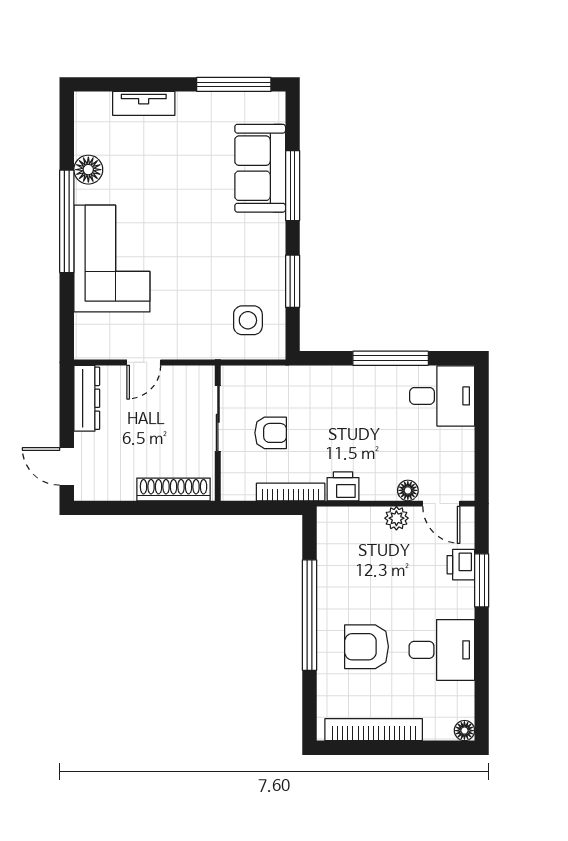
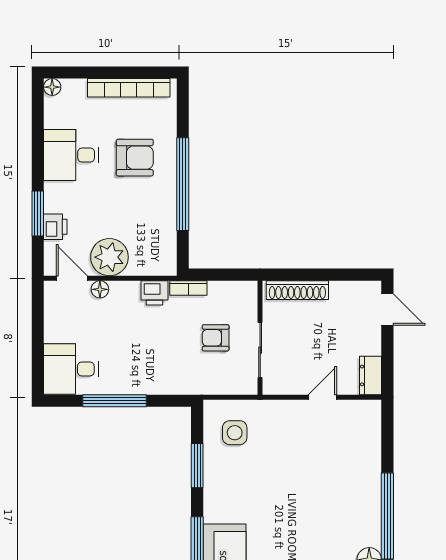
corner sofa: (112, 259) -> (349, 485), removed
dresser: (87, 398) -> (371, 375), width x0.70
bookcase: (291, 492) -> (188, 288), width x0.64
plant: (396, 518) -> (109, 257), width x1.88, depth x1.88

